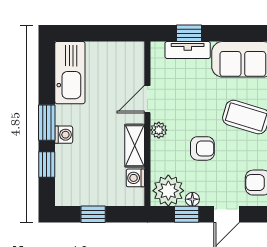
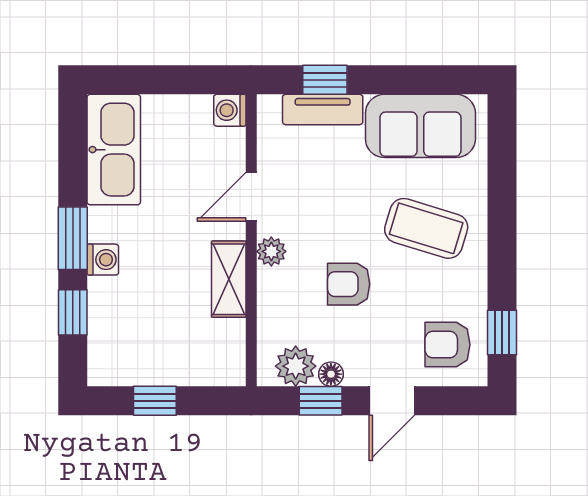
armchair: (202, 148) -> (349, 284), turned 180
washing machine: (135, 178) -> (230, 110), moved
plant: (168, 191) -> (296, 366), width x0.73, depth x0.73

